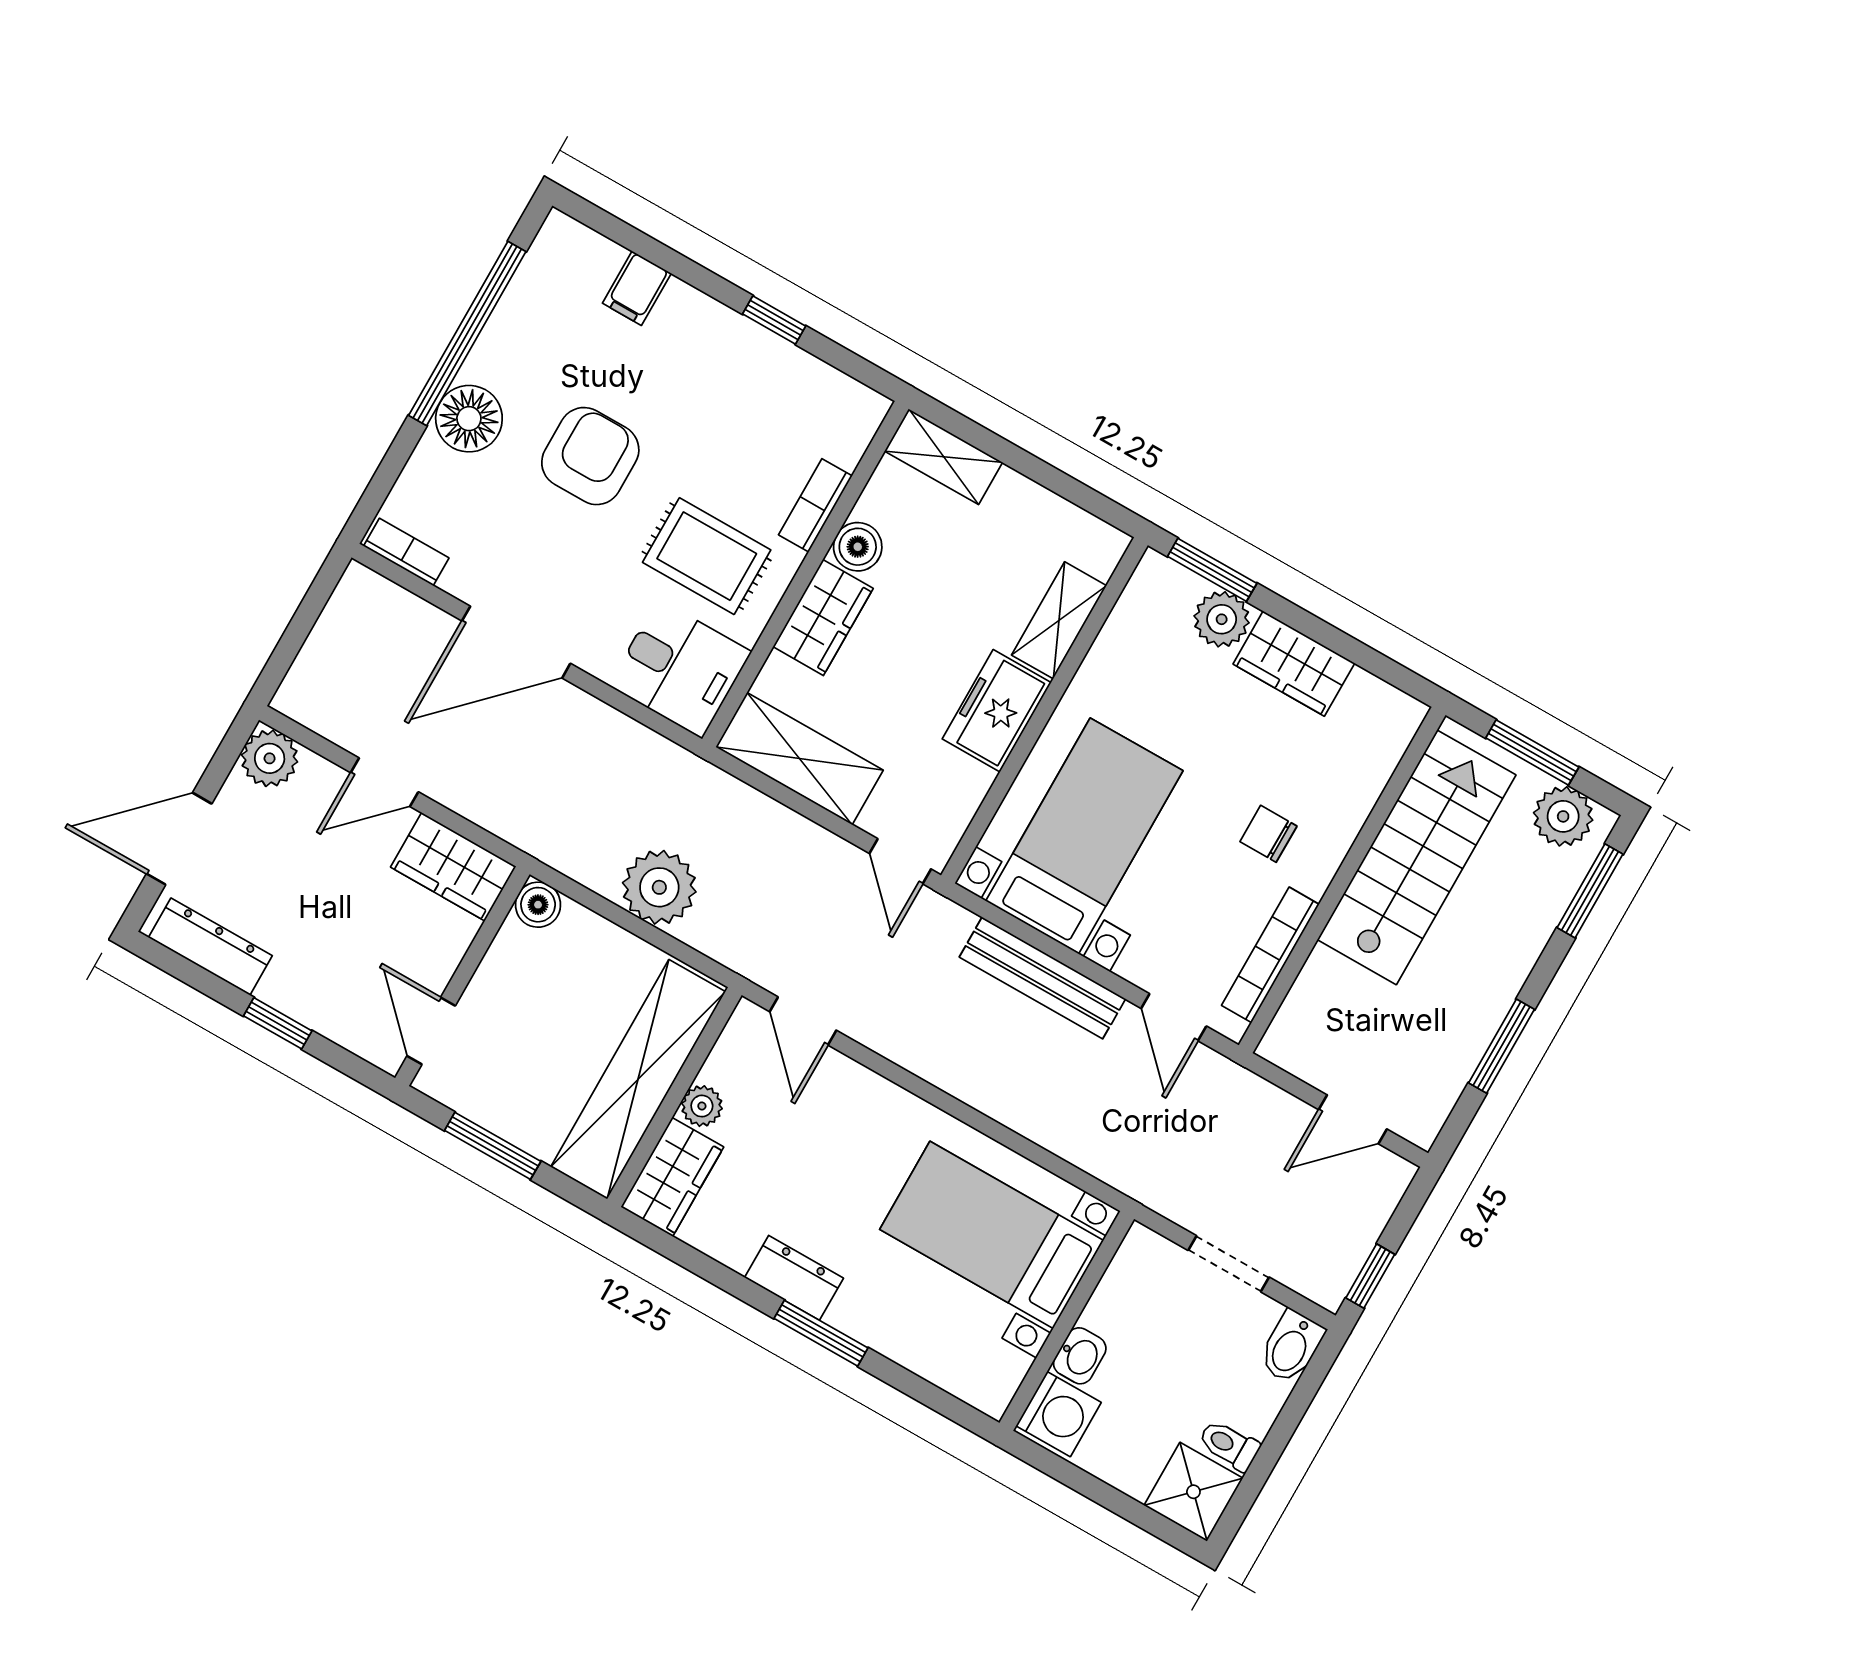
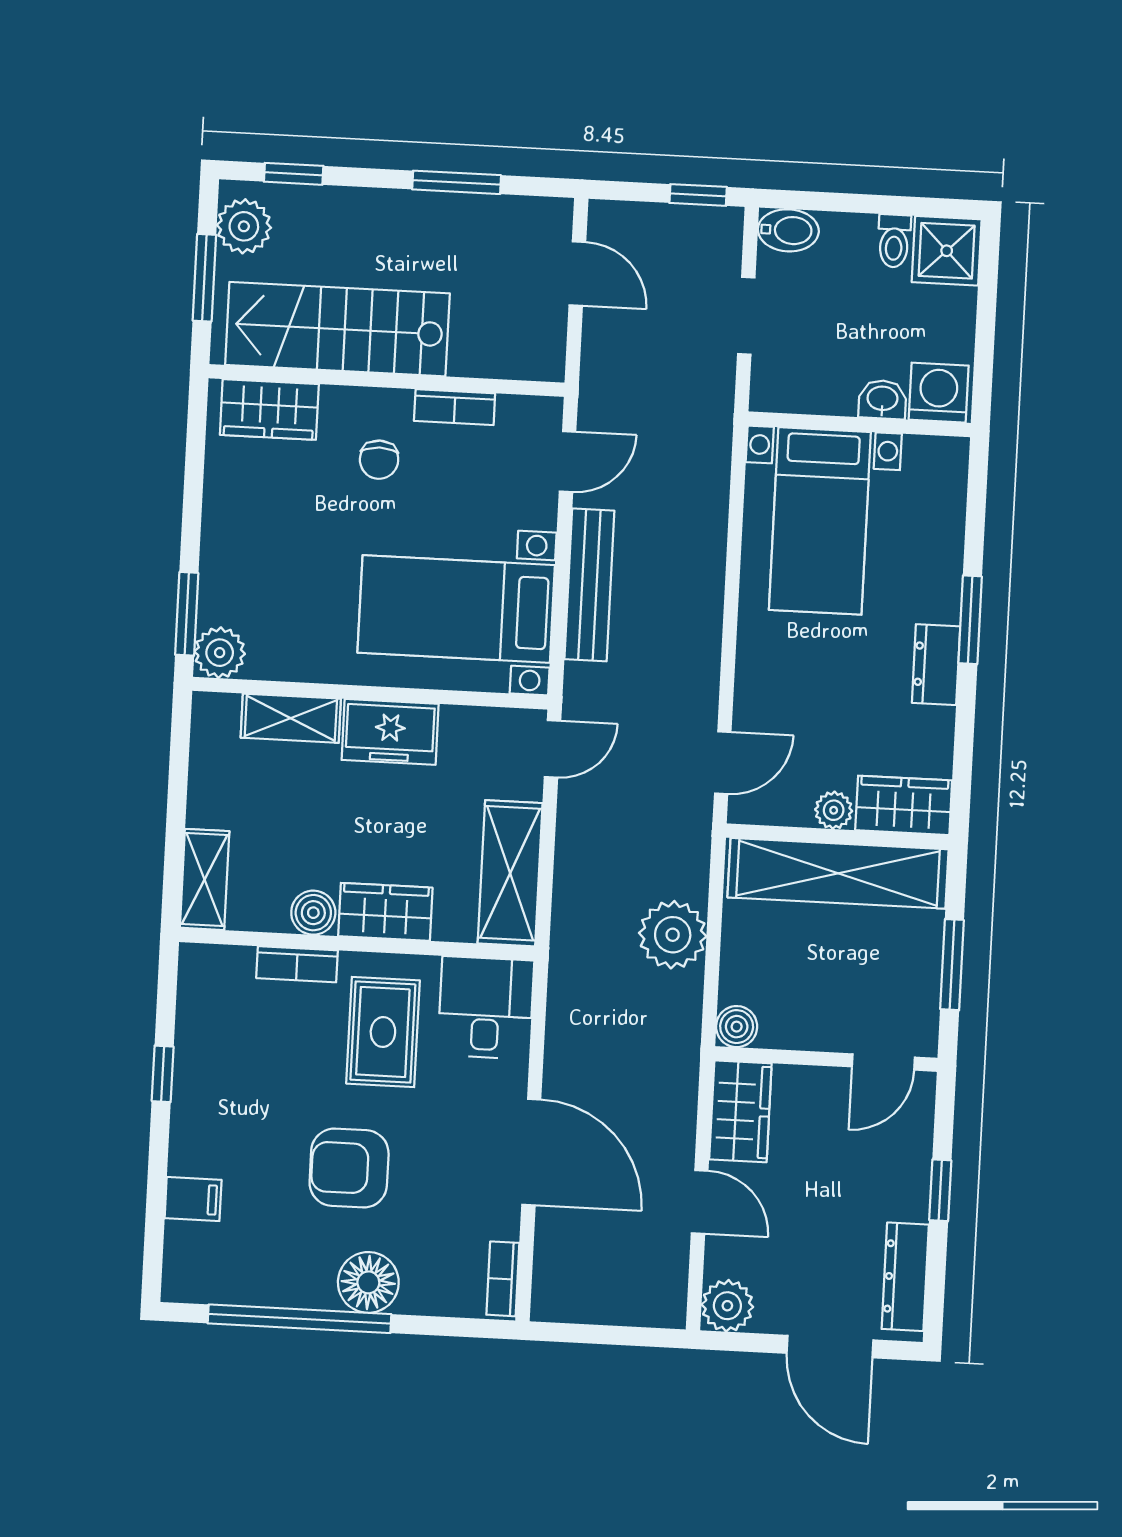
plant: (1222, 619) -> (220, 653), moved
wardrobe: (1294, 664) -> (269, 409), moved, turned 90
window: (1590, 891) -> (294, 174), width x0.67
bookcase: (1270, 955) -> (455, 407), width x0.64

